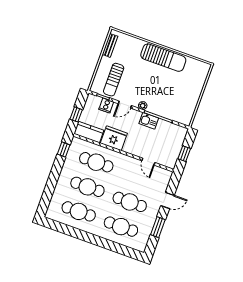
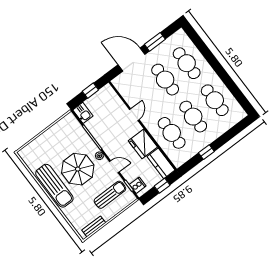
sun lounger: (163, 58) -> (54, 186), turned 180
parasol: (153, 83) -> (78, 169), added
cooker: (106, 106) -> (138, 185), moved
kitchen sink: (149, 121) -> (83, 113), moved
window: (64, 149) -> (206, 152), moved
door: (148, 162) -> (134, 115), moved
door: (167, 200) -> (132, 59), width x1.88

